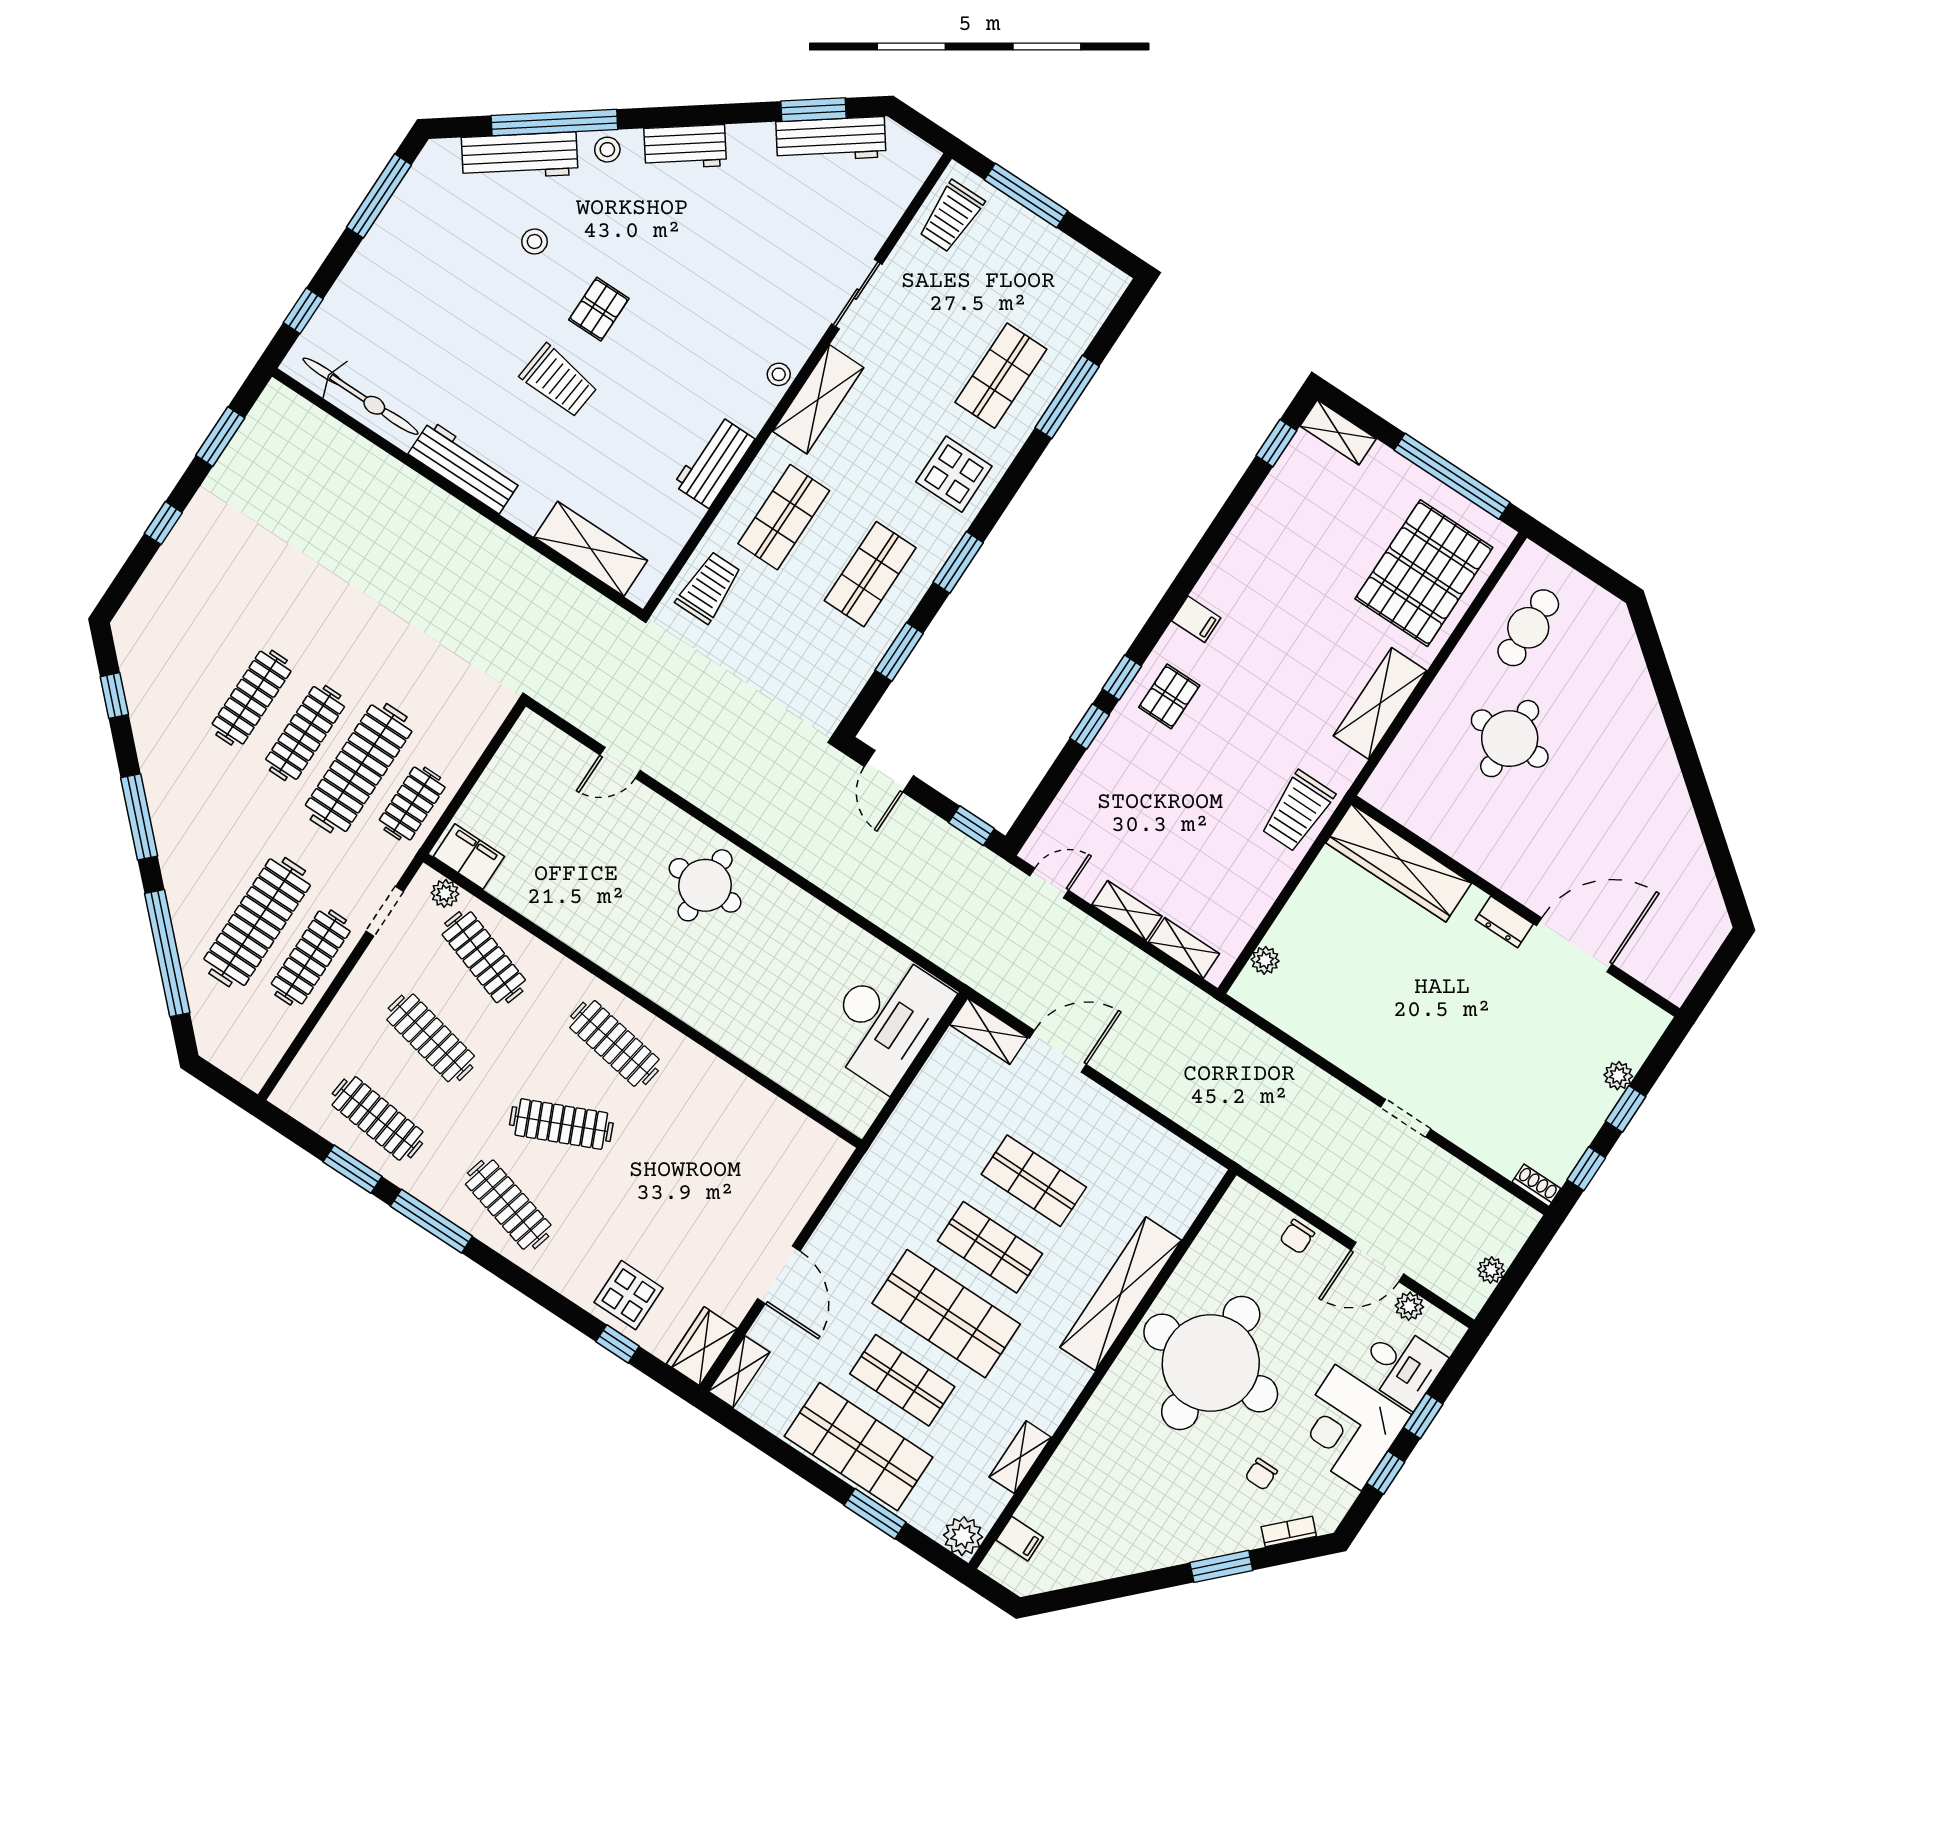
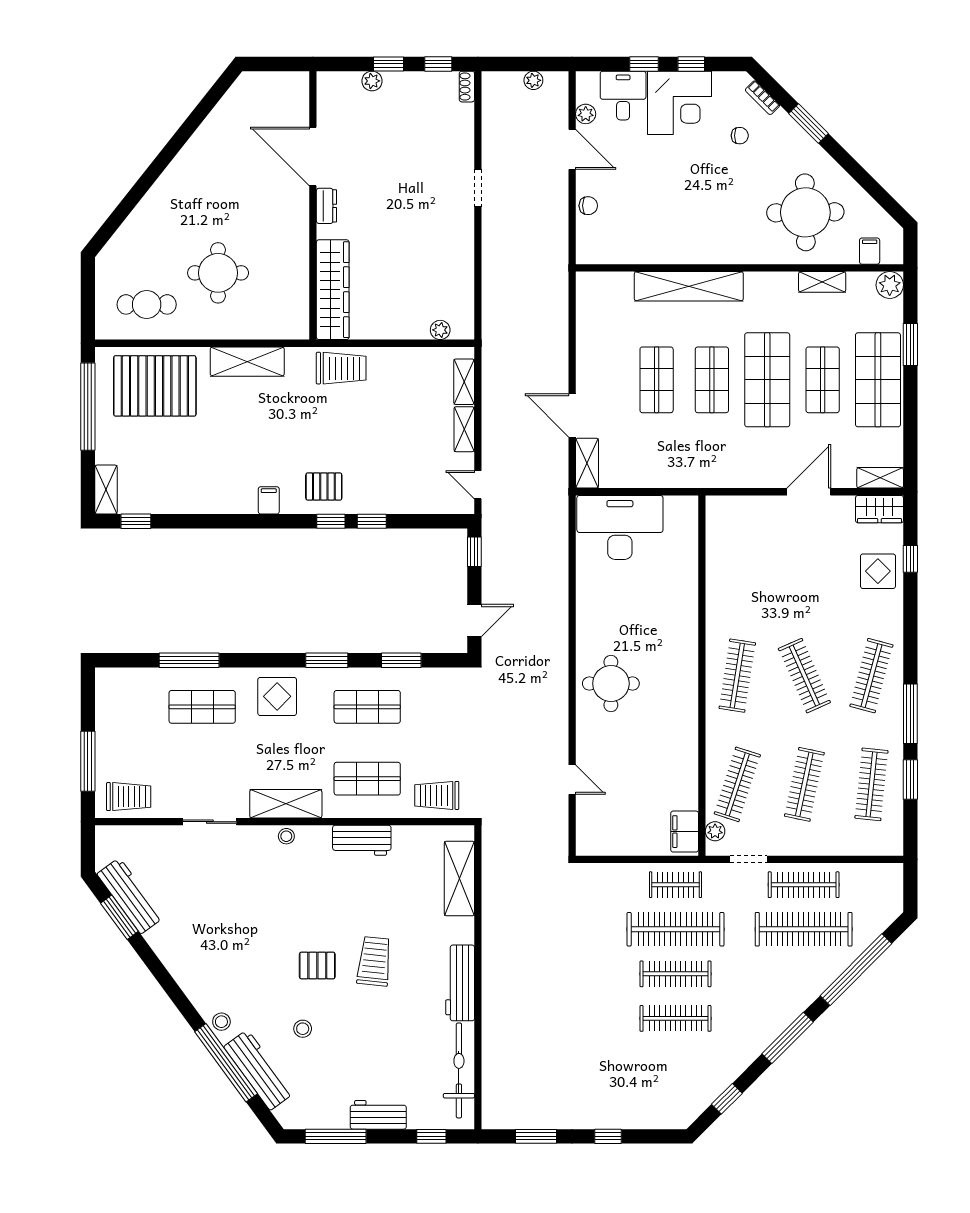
workbench: (685, 147) -> (378, 1115), moved, turned -54
round table: (1211, 1363) -> (805, 212), moved, width x0.73, depth x0.73

